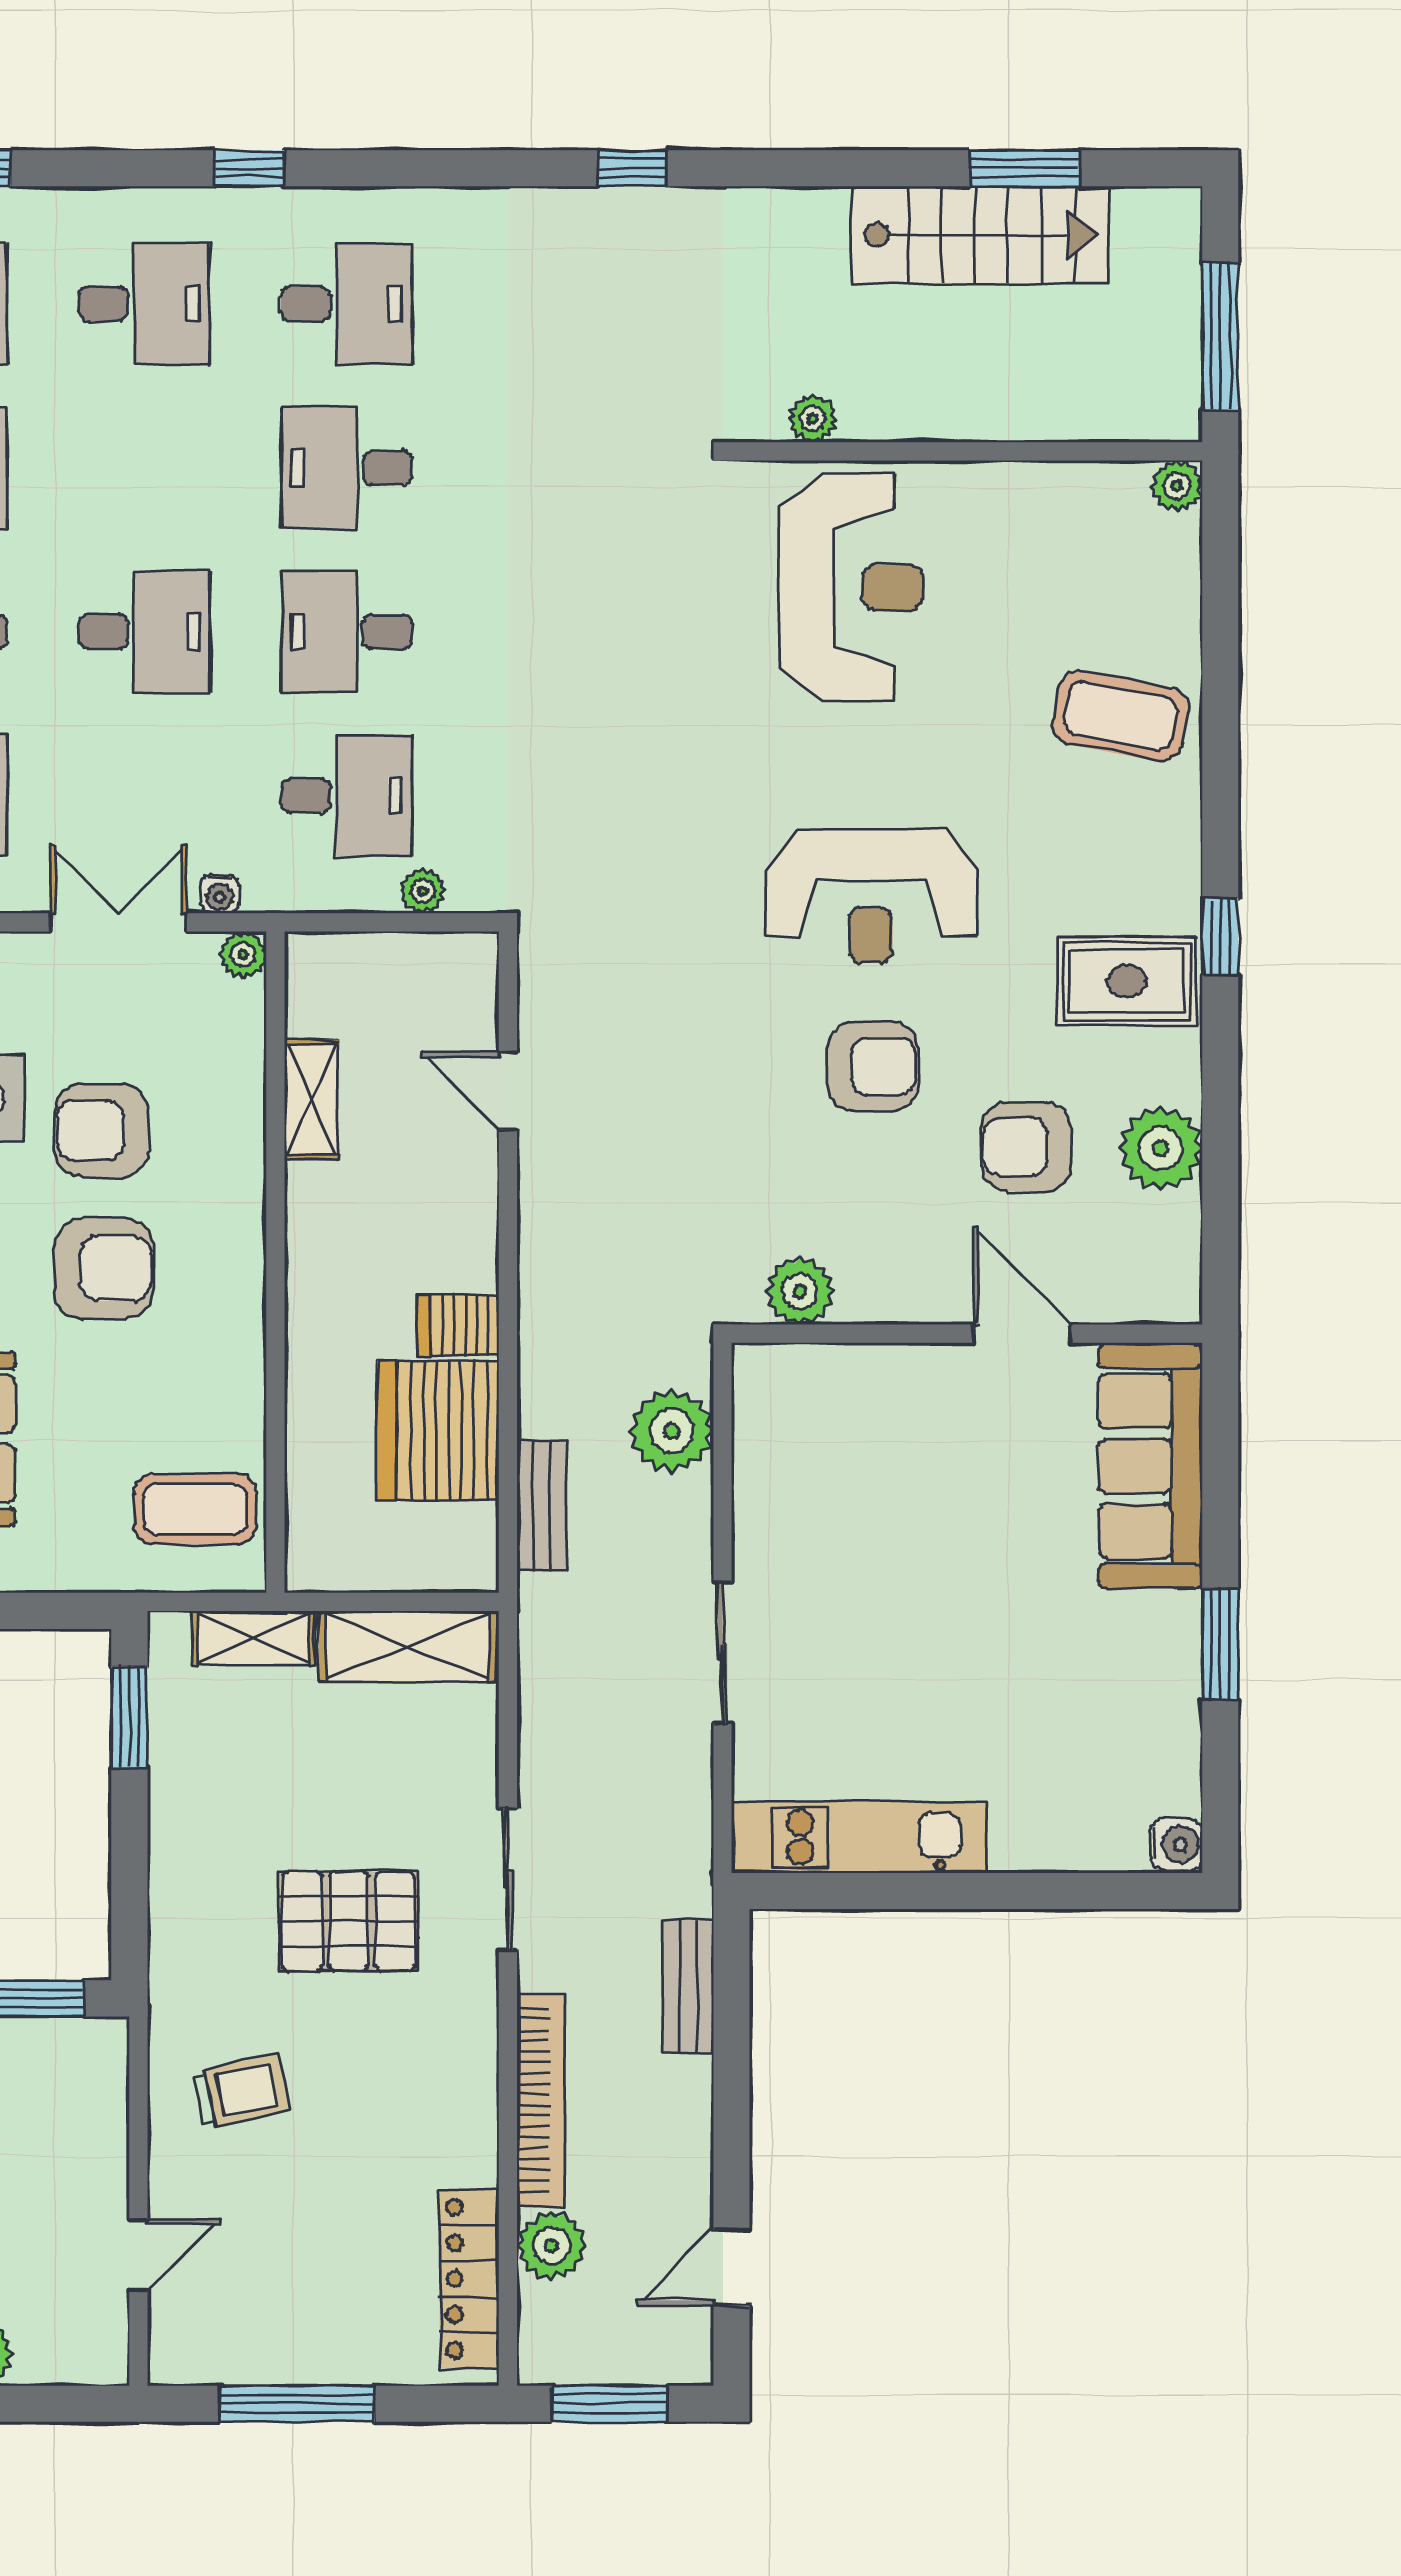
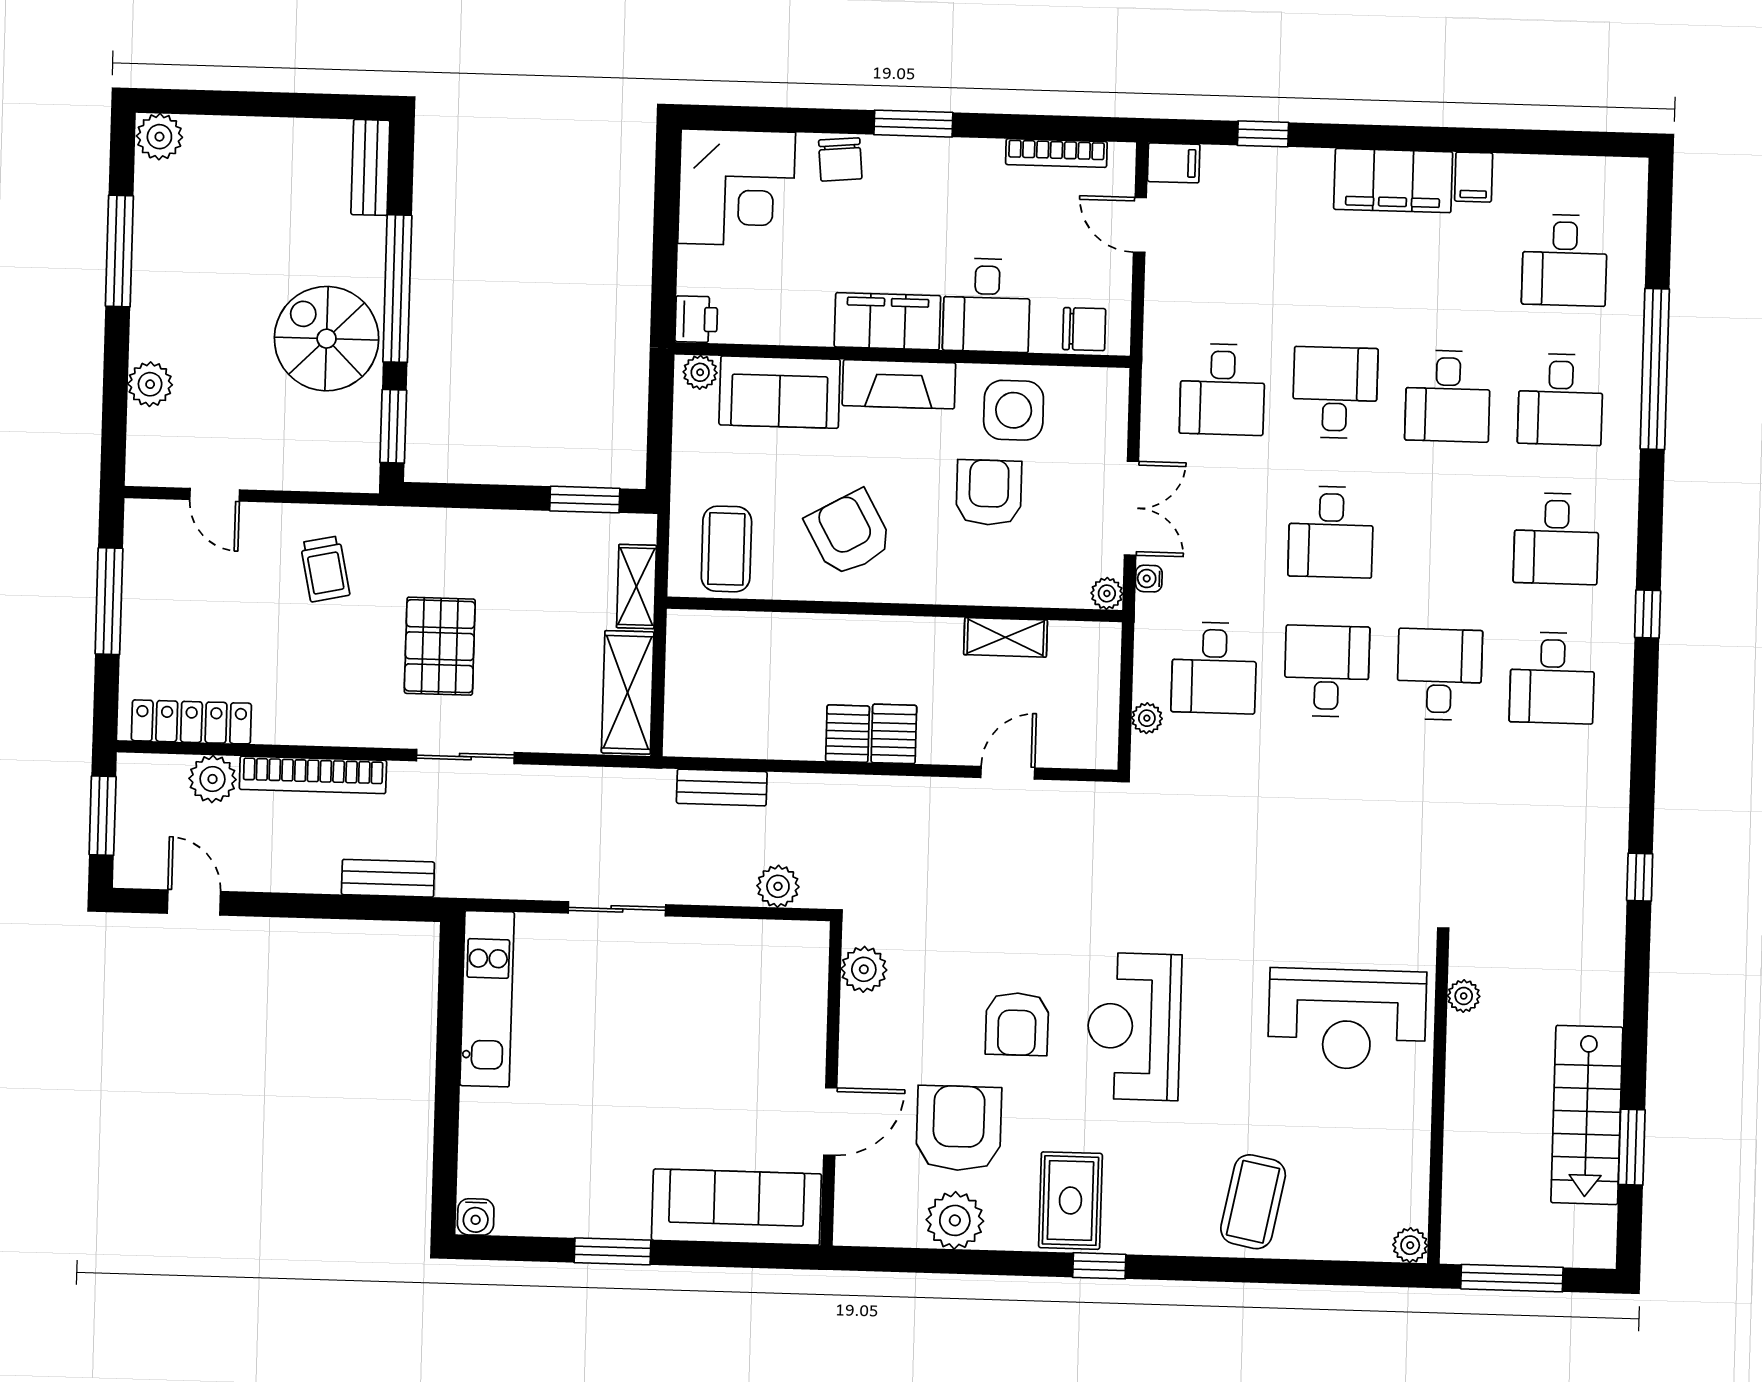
armchair: (1026, 1147) -> (959, 1128), width x1.36, depth x1.36
armchair: (104, 1268) -> (849, 533), moved, turned 151
server rack: (438, 1431) -> (894, 734), moved, width x0.46, depth x0.70
plant: (672, 1431) -> (778, 886), width x0.73, depth x0.73

